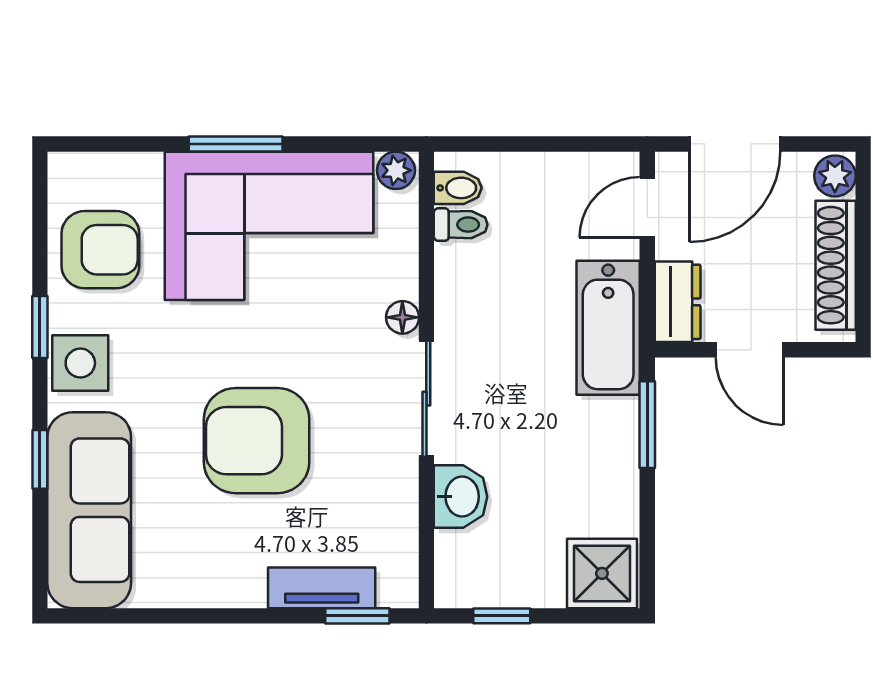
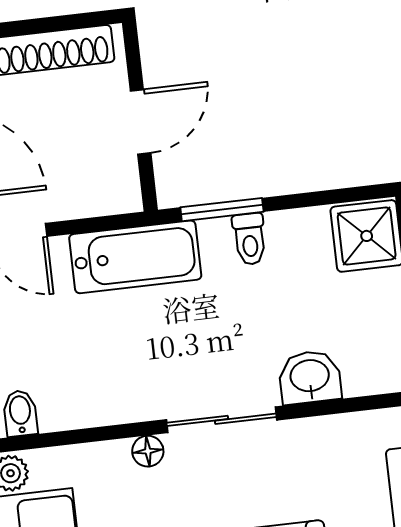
toilet: (461, 225) -> (250, 239), moved, turned 180
dresser: (678, 302) -> (103, 195), removed

